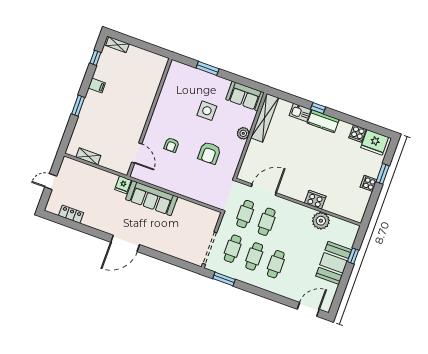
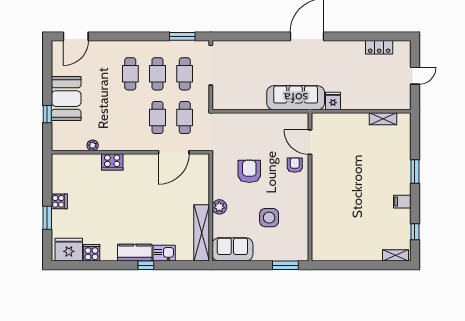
wall: (149, 117) -> (310, 187), moved
door: (137, 153) -> (310, 142), moved
plant: (321, 221) -> (93, 145), width x0.53, depth x0.53

